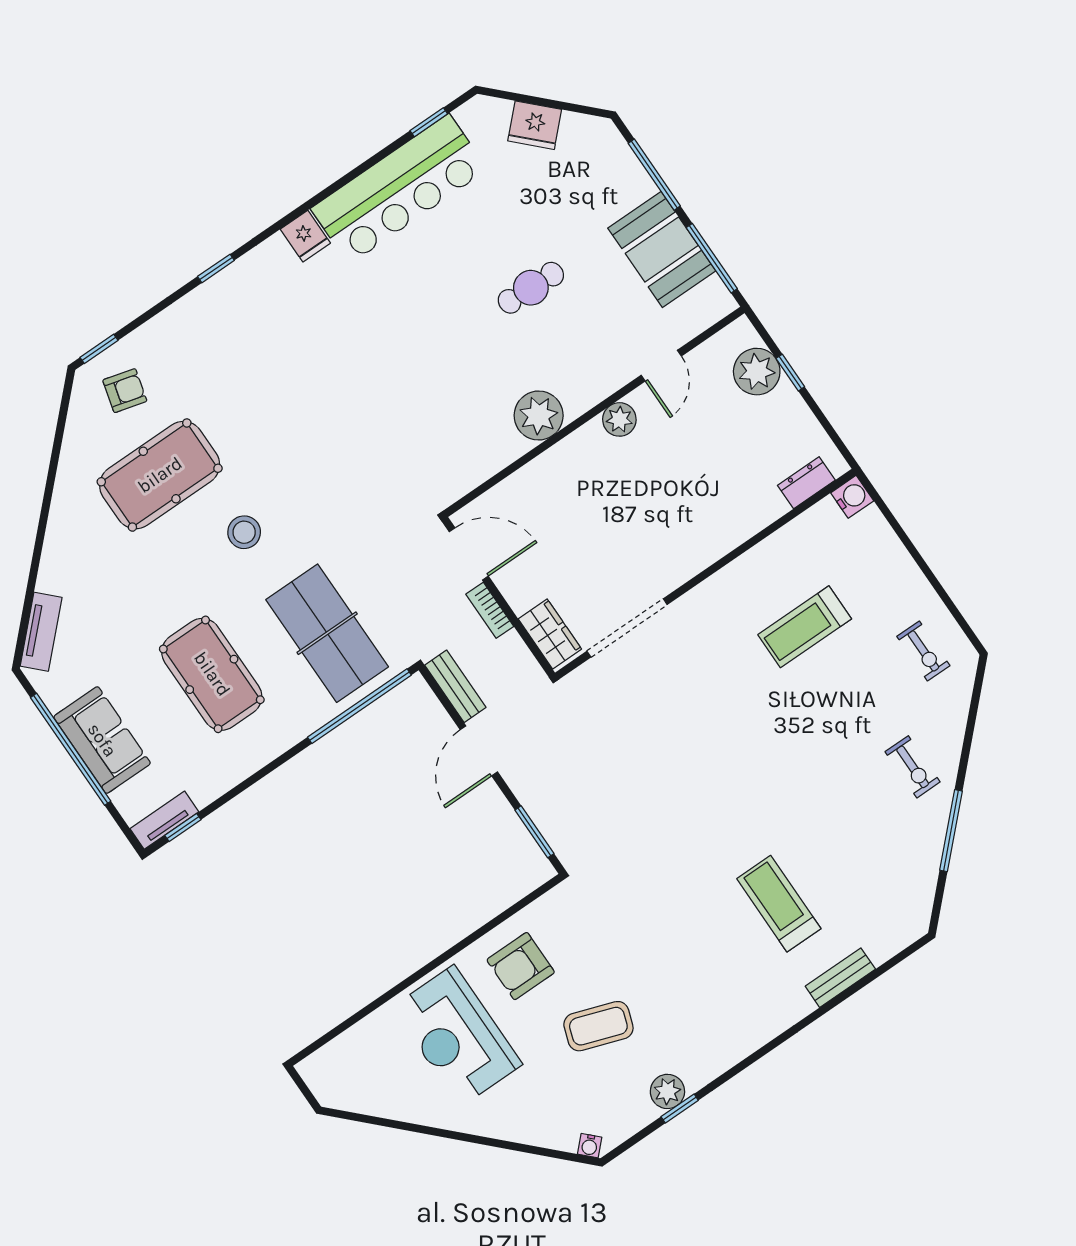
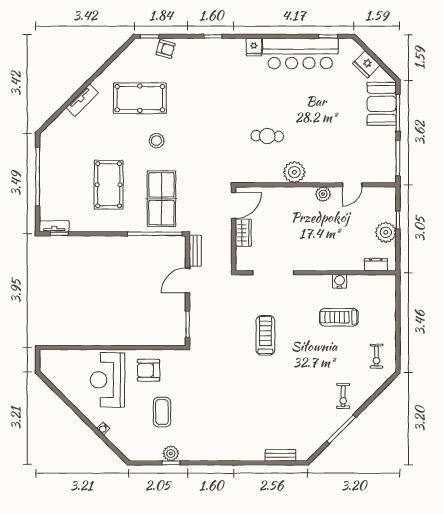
booth: (662, 249) -> (382, 104), moved
cafe table: (531, 288) -> (267, 136), moved
plant: (757, 372) -> (386, 232), moved
armchair: (125, 391) -> (166, 49), moved
water cooler: (852, 497) -> (340, 281), moved, turned -90
door: (469, 554) -> (234, 205), hinge flipped
bookcase: (490, 610) -> (227, 231), removed
tv unit: (41, 632) -> (82, 100), moved
wardrobe: (550, 634) -> (243, 233), moved
sofa: (102, 740) -> (52, 181), removed
treadmill: (779, 904) -> (265, 335), moved
bench: (840, 978) -> (280, 455), moved
coffee table: (598, 1026) -> (162, 412), turned 71
water cooler: (590, 1146) -> (103, 429), moved

